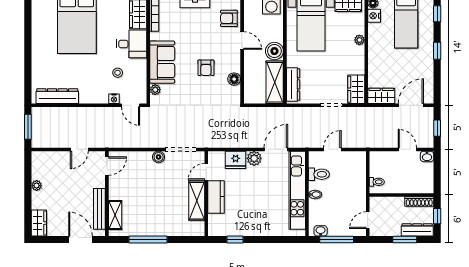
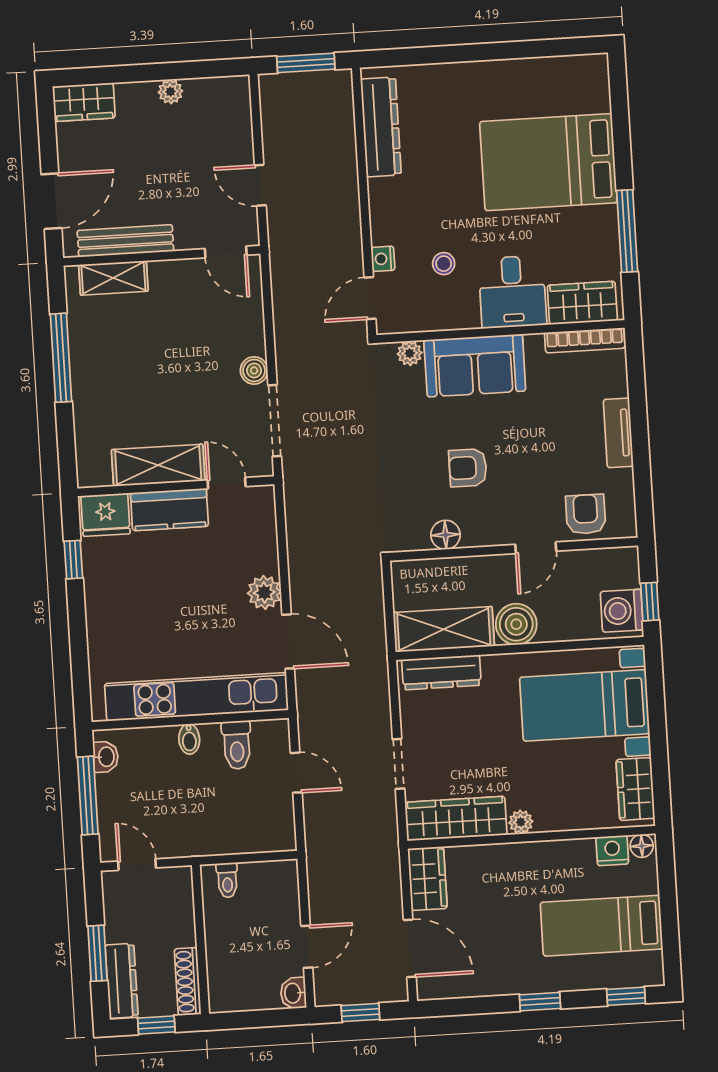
plant: (359, 40) -> (521, 822), moved
wardrobe: (356, 89) -> (456, 819), width x1.50
fridge: (236, 160) -> (105, 515), moved, turned -90

